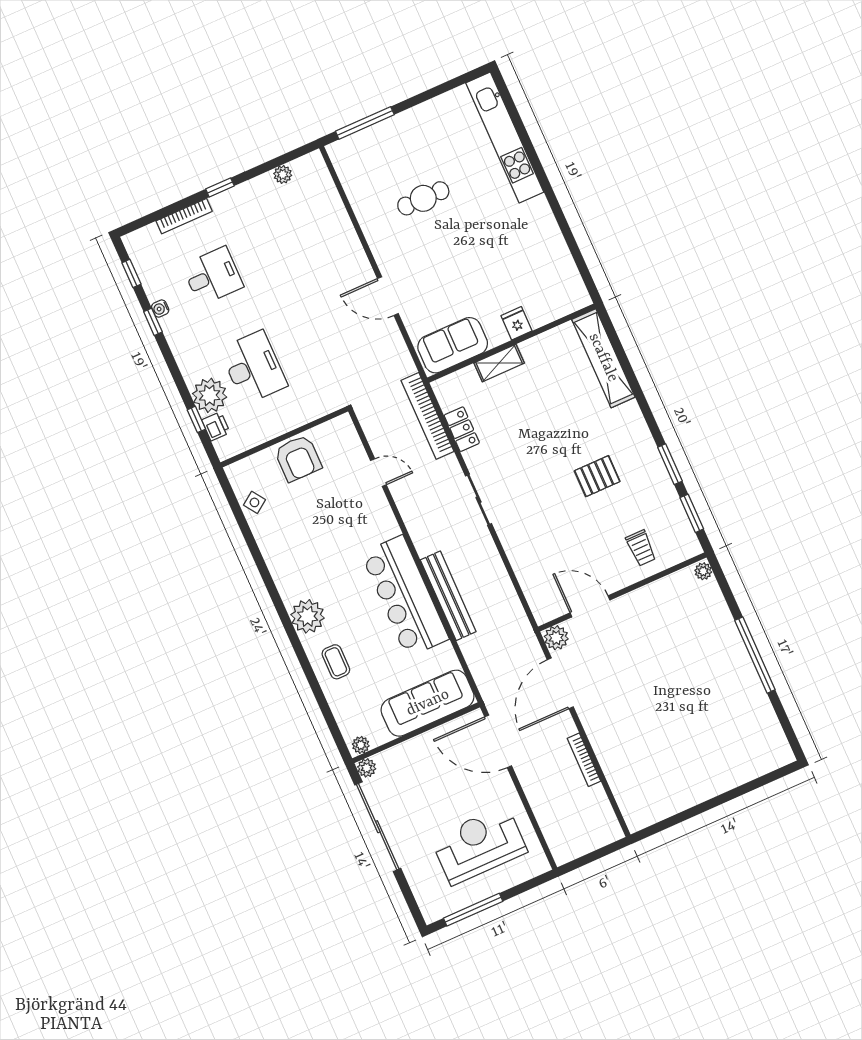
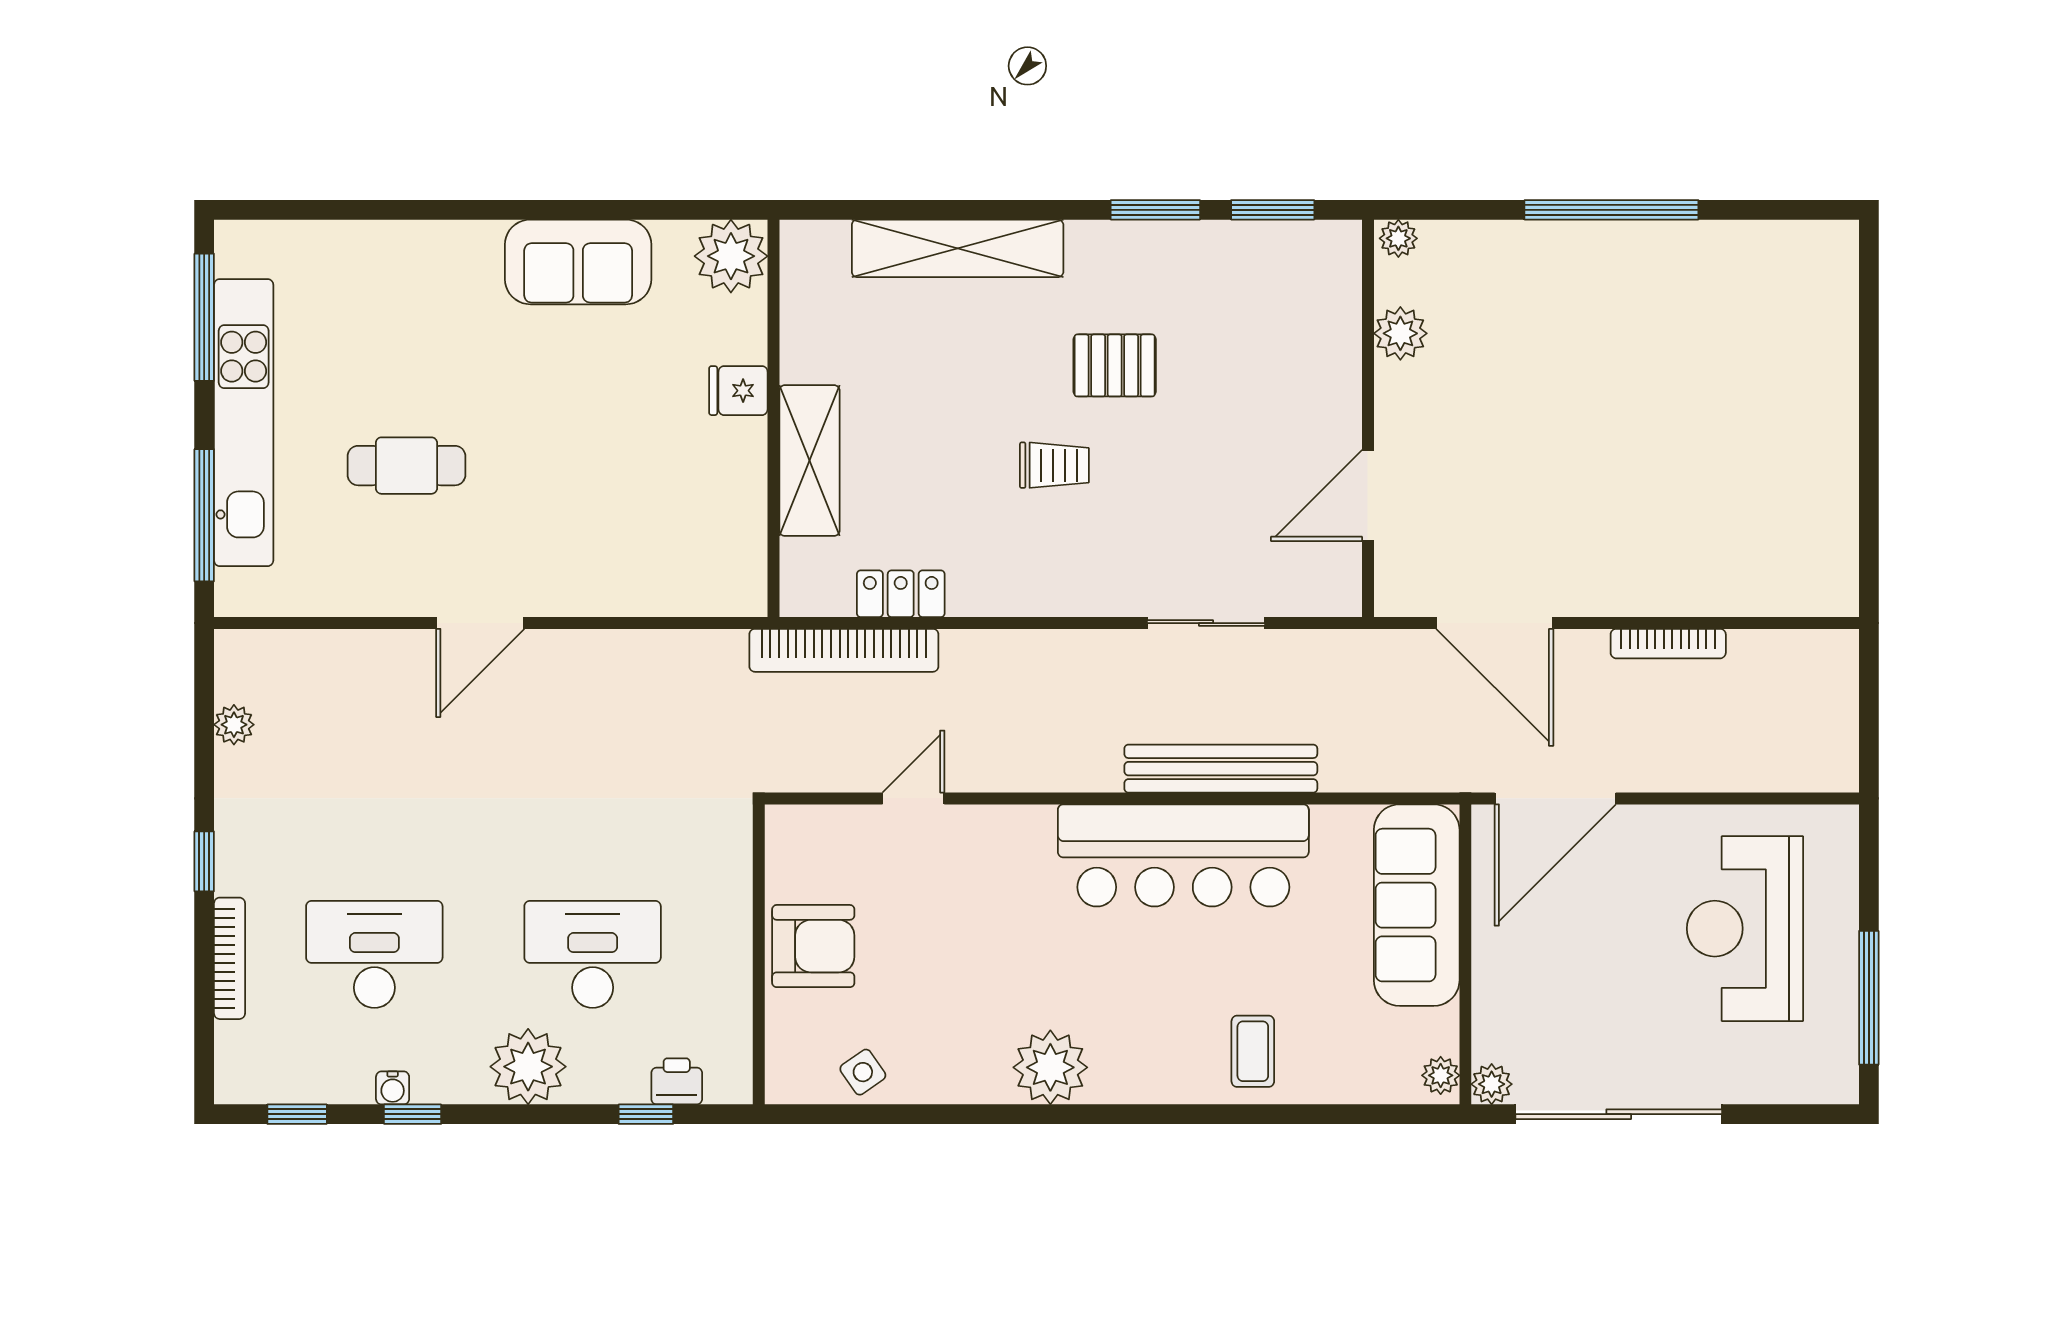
window: (448, 86) -> (204, 317), added
kitchen unit: (505, 138) -> (244, 423), moved, turned -90
cafe table: (423, 198) -> (406, 466), turned 90
desk: (213, 276) -> (374, 954), width x1.37
plant: (571, 295) -> (731, 256), added
door: (388, 296) -> (480, 623), moved
sofa: (453, 345) -> (578, 262), moved, turned -90
shelving: (603, 358) -> (958, 248), moved
shelving: (499, 363) -> (809, 461), width x1.50, depth x1.33
plant: (210, 395) -> (528, 1067), moved
pallet: (597, 476) -> (1115, 365), turned 90
sliding door: (479, 500) -> (1206, 623), moved
trolley: (641, 548) -> (1054, 465), moved
plant: (308, 616) -> (1050, 1067), moved
plant: (556, 638) -> (1400, 333), moved
coffee table: (336, 662) -> (1253, 1051), turned 90

